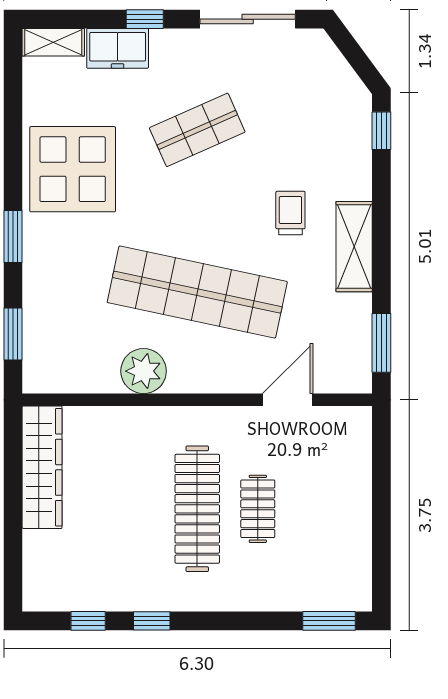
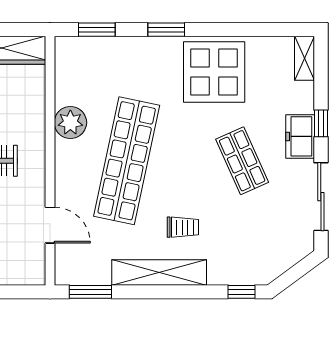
freezer: (118, 48) -> (300, 136), moved
shelving: (354, 247) -> (159, 272), width x1.47

